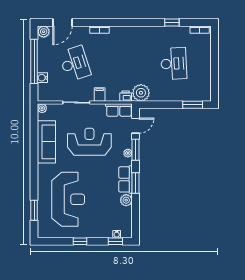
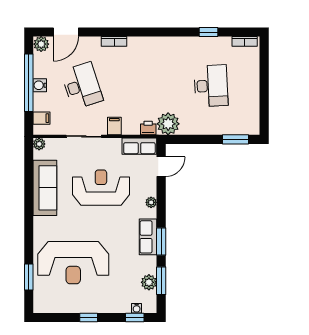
water cooler: (42, 78) -> (40, 85), moved
filing cabinet: (44, 88) -> (42, 118), added
window: (136, 150) -> (161, 281), moved
reception desk: (68, 199) -> (73, 263), turned 90
plant: (126, 200) -> (149, 282), moved

